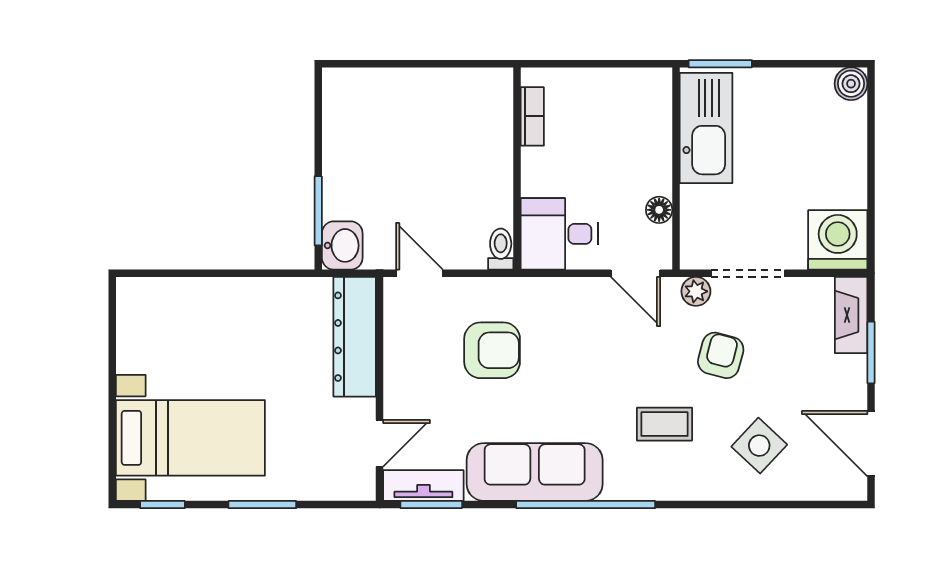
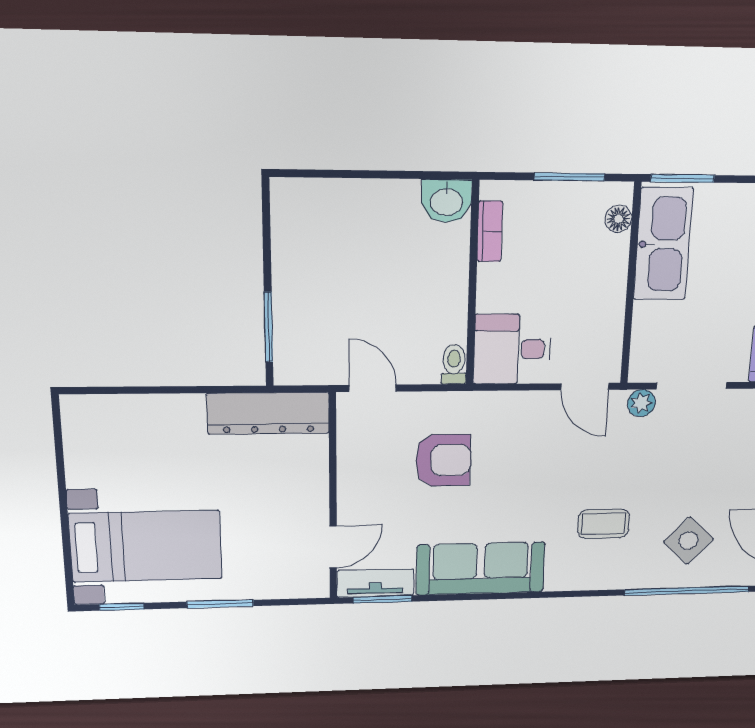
window: (608, 64) -> (569, 177), added
floor lamp: (659, 210) -> (618, 219), moved
washbasin: (342, 245) -> (446, 201), moved, turned 90
dresser: (355, 337) -> (268, 413), moved, turned -90
armchair: (721, 355) -> (660, 462), removed
window: (586, 505) -> (687, 591), moved

